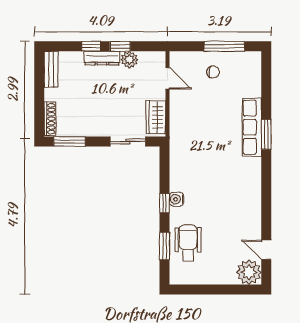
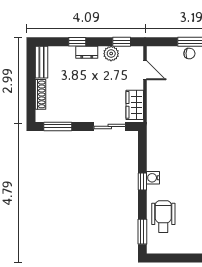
window: (120, 46) -> (122, 42), moved
dresser: (102, 58) -> (87, 52), width x0.70
chair: (213, 72) -> (189, 54), moved
shoe rack: (50, 119) -> (40, 94), moved
window: (165, 246) -> (142, 232), moved

